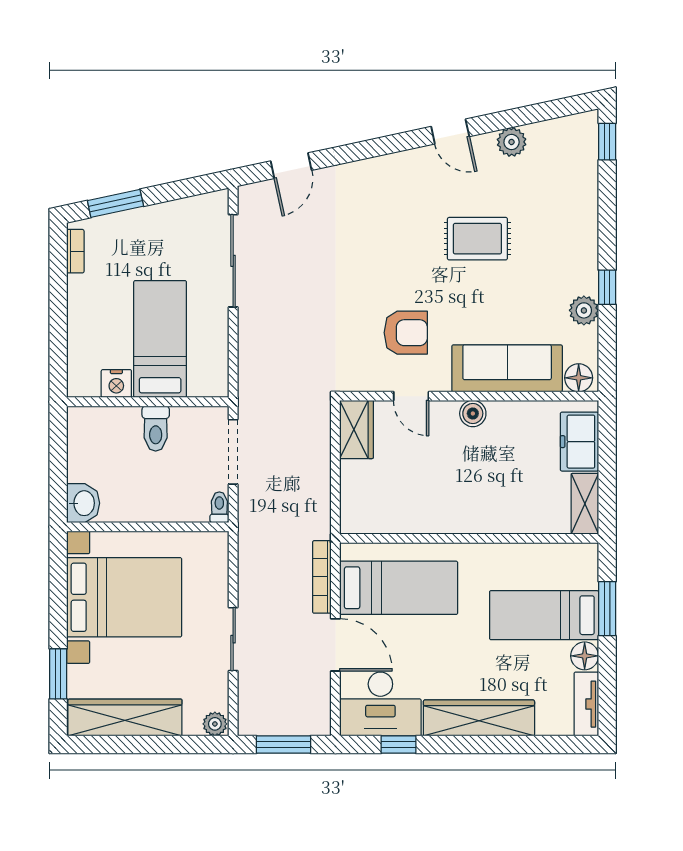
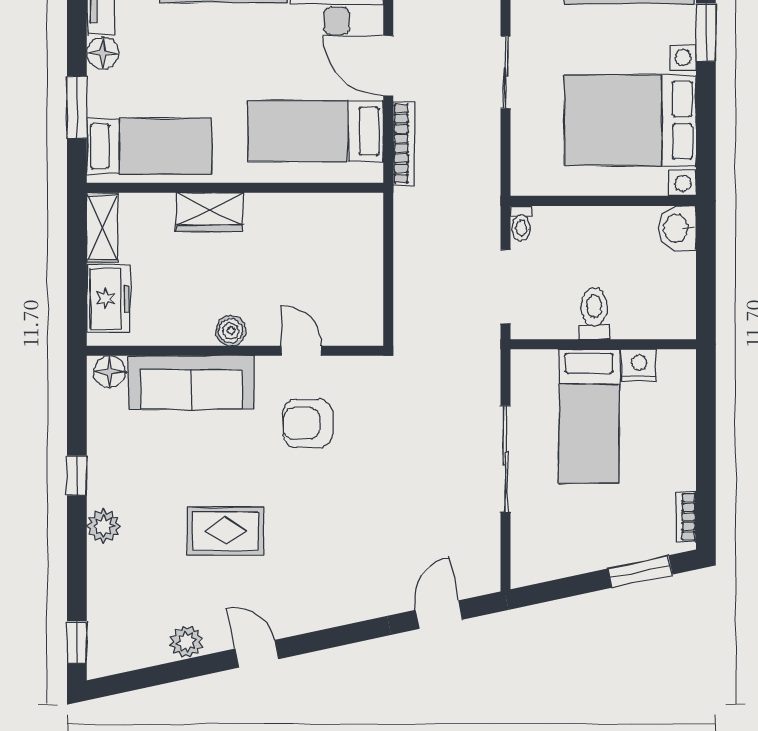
sliding door: (233, 261) -> (505, 459), moved
plant: (584, 310) -> (104, 526), moved
wardrobe: (357, 429) -> (209, 212), moved, turned -90
bed: (544, 615) -> (149, 146), moved

